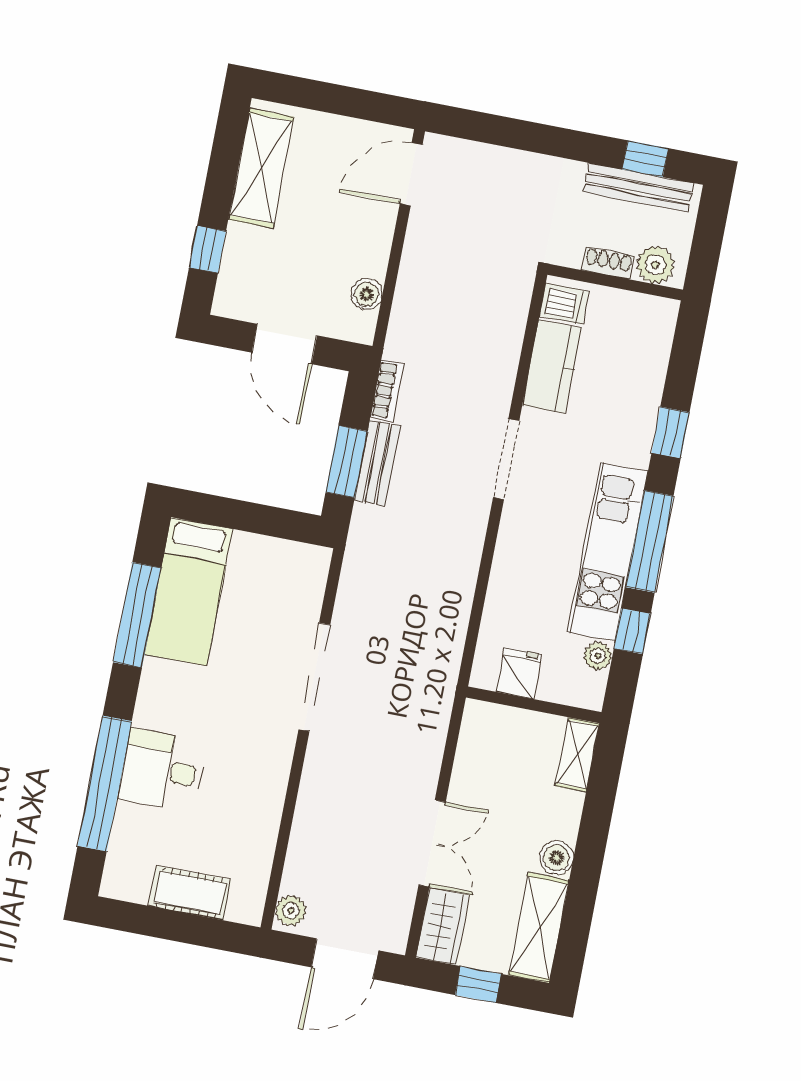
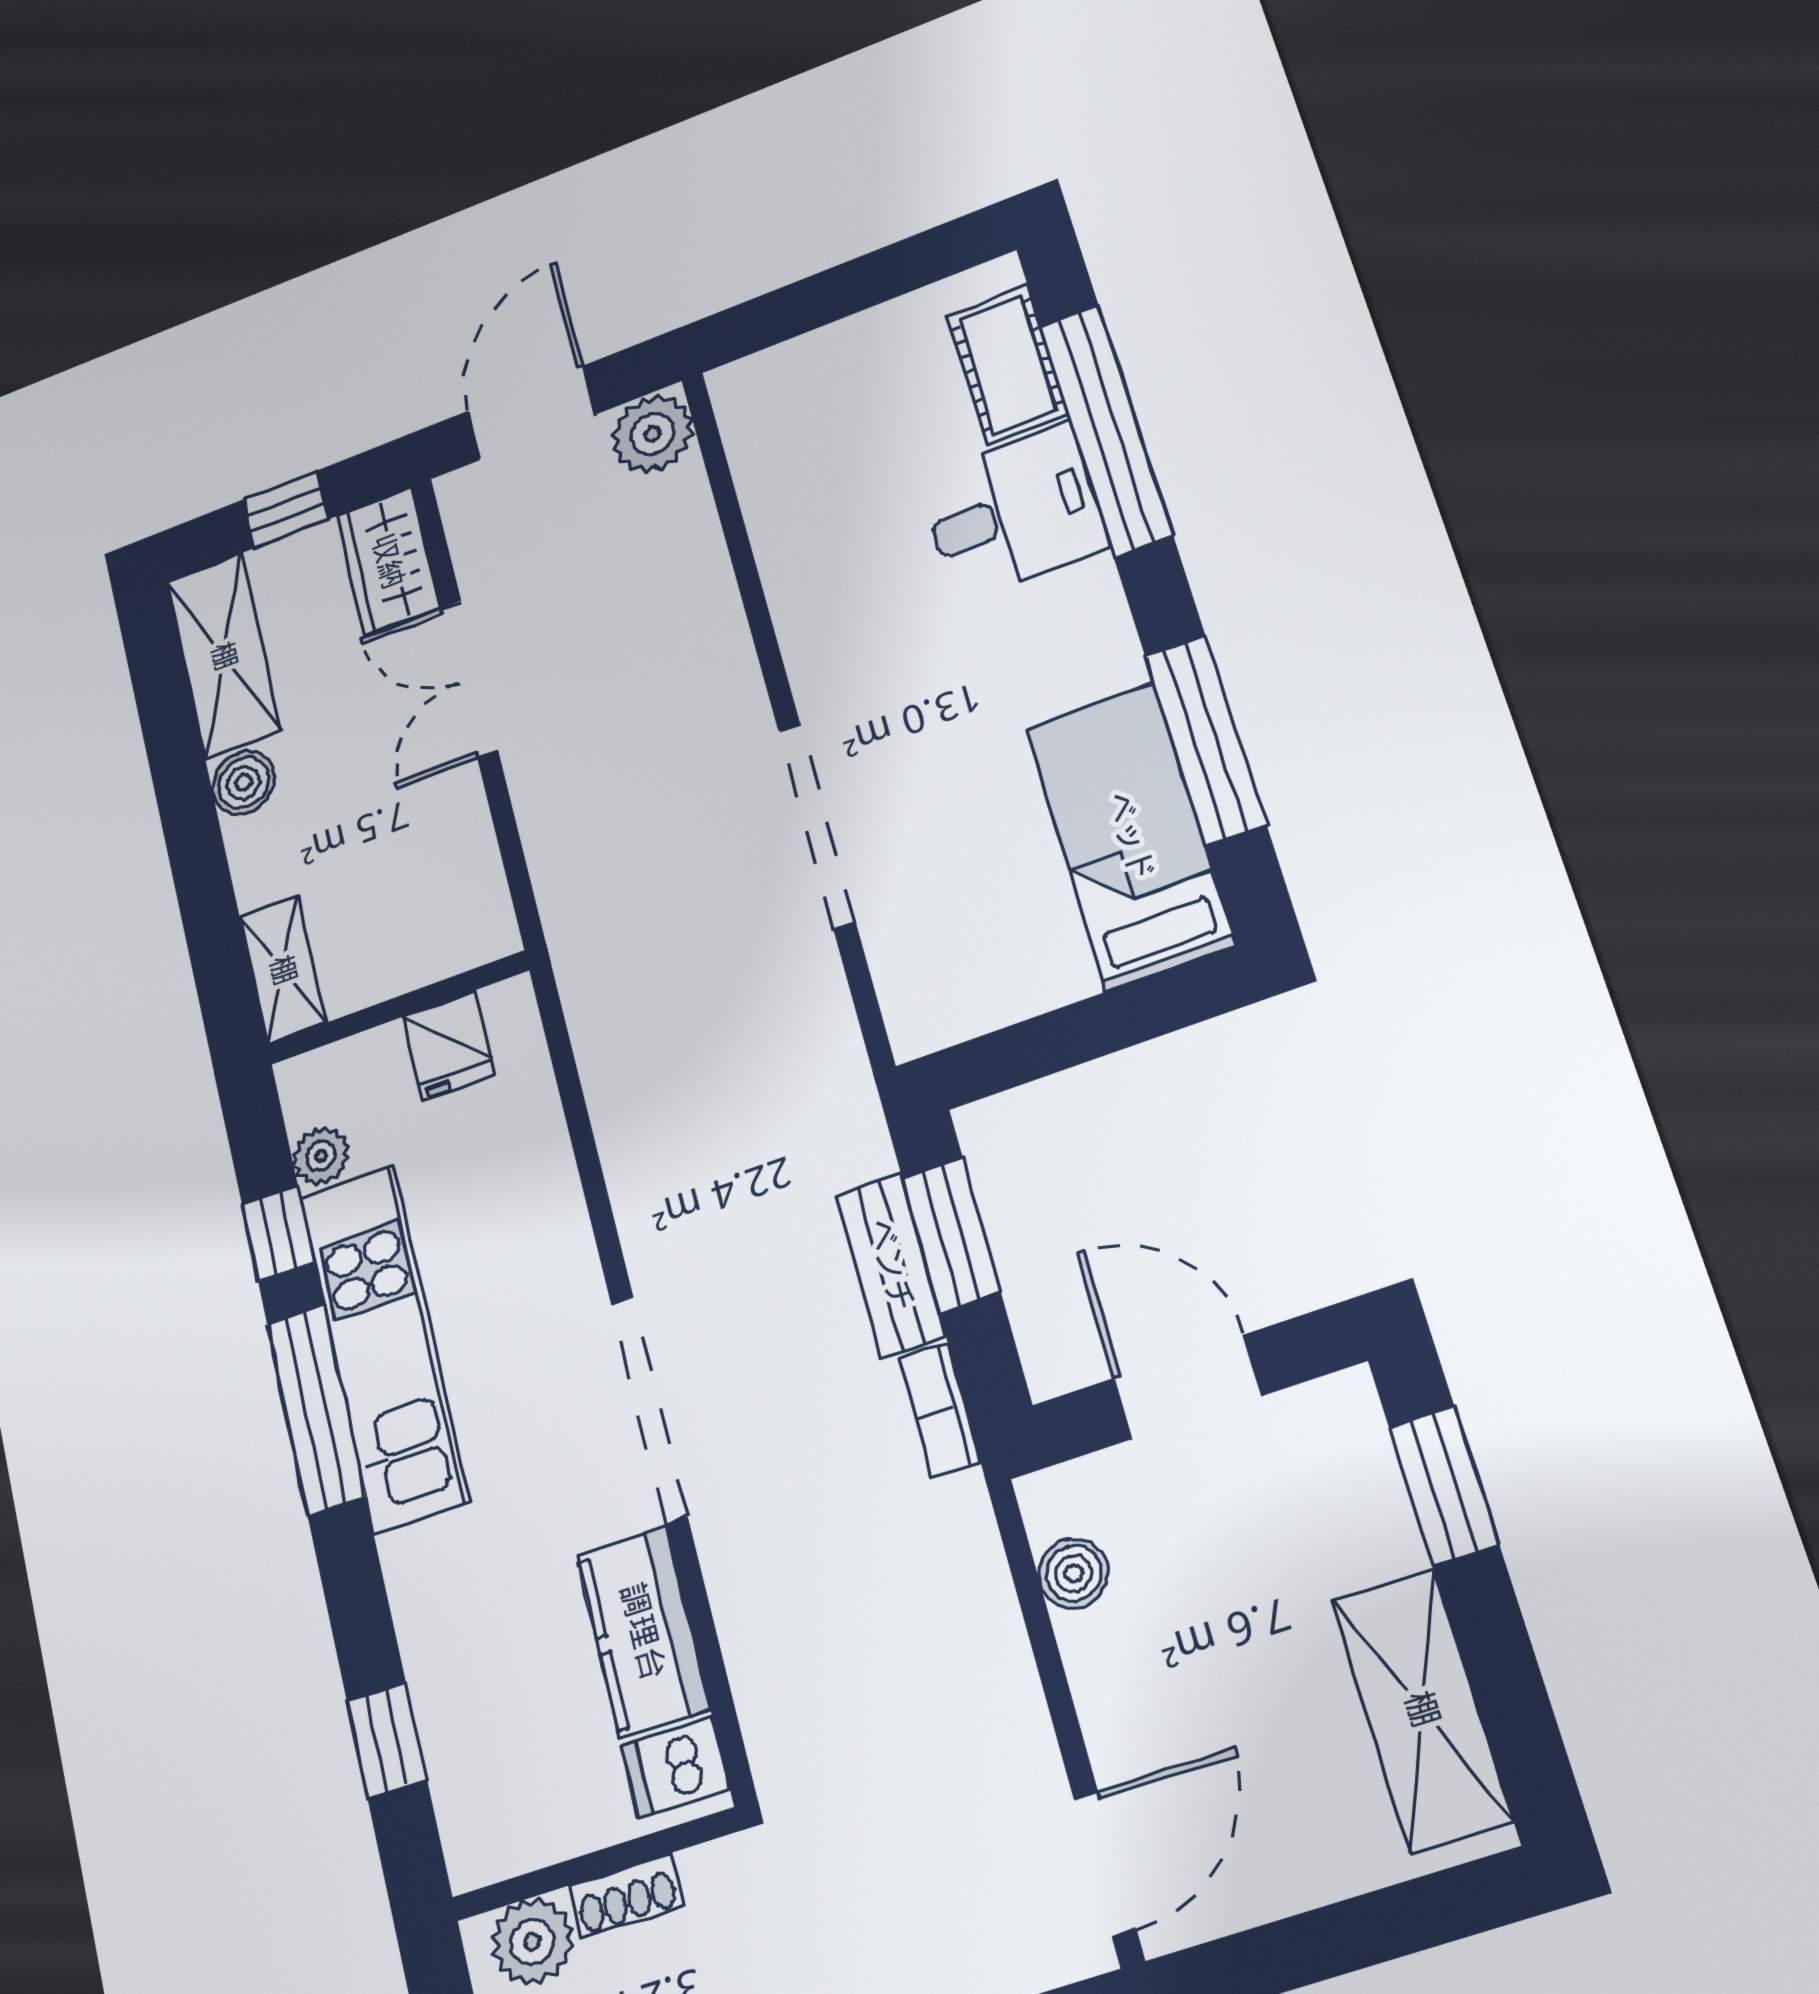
window: (208, 249) -> (1444, 1486), width x1.50
window: (670, 433) -> (387, 1740), moved
doorway: (506, 459) -> (649, 1410), width x1.36
cot: (190, 893) -> (1008, 365), moved, turned 90
plant: (291, 911) -> (652, 434), width x1.38, depth x1.38

